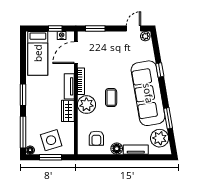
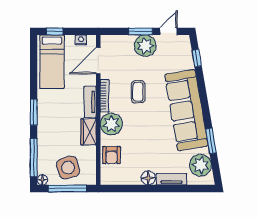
window: (55, 29) -> (55, 31), moved
window: (95, 29) -> (141, 31), moved
plant: (145, 36) -> (145, 46), moved, width x1.88, depth x1.88
window: (160, 70) -> (197, 58), moved
coffee table: (111, 98) -> (138, 92), moved
armchair: (96, 138) -> (111, 155), moved
window: (51, 157) -> (67, 189), width x1.44

